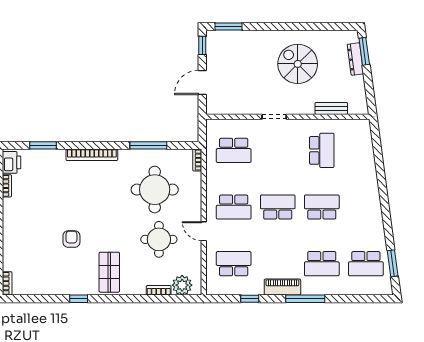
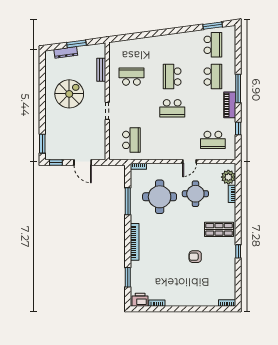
window: (364, 51) -> (76, 44), moved
spiral stairs: (298, 64) -> (69, 94), turned 180
school desk: (234, 207) -> (172, 140), removed
school desk: (278, 207) -> (172, 108), turned -90
school desk: (234, 264) -> (213, 140), turned -90

